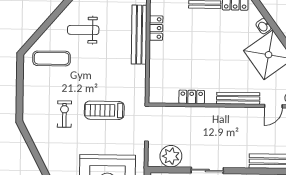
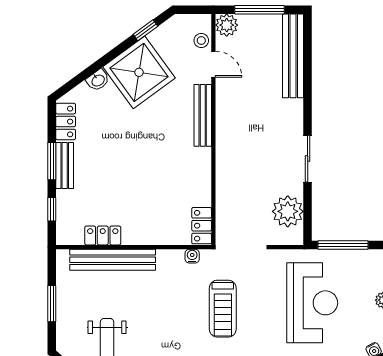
water cooler: (141, 90) -> (192, 256), added
locker: (192, 97) -> (202, 226), moved

